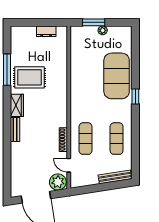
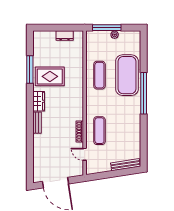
window: (94, 22) -> (107, 28), width x1.44
window: (135, 96) -> (144, 93), width x3.17
exercise mat: (117, 139) -> (99, 75), moved
plant: (58, 182) -> (75, 169), removed

